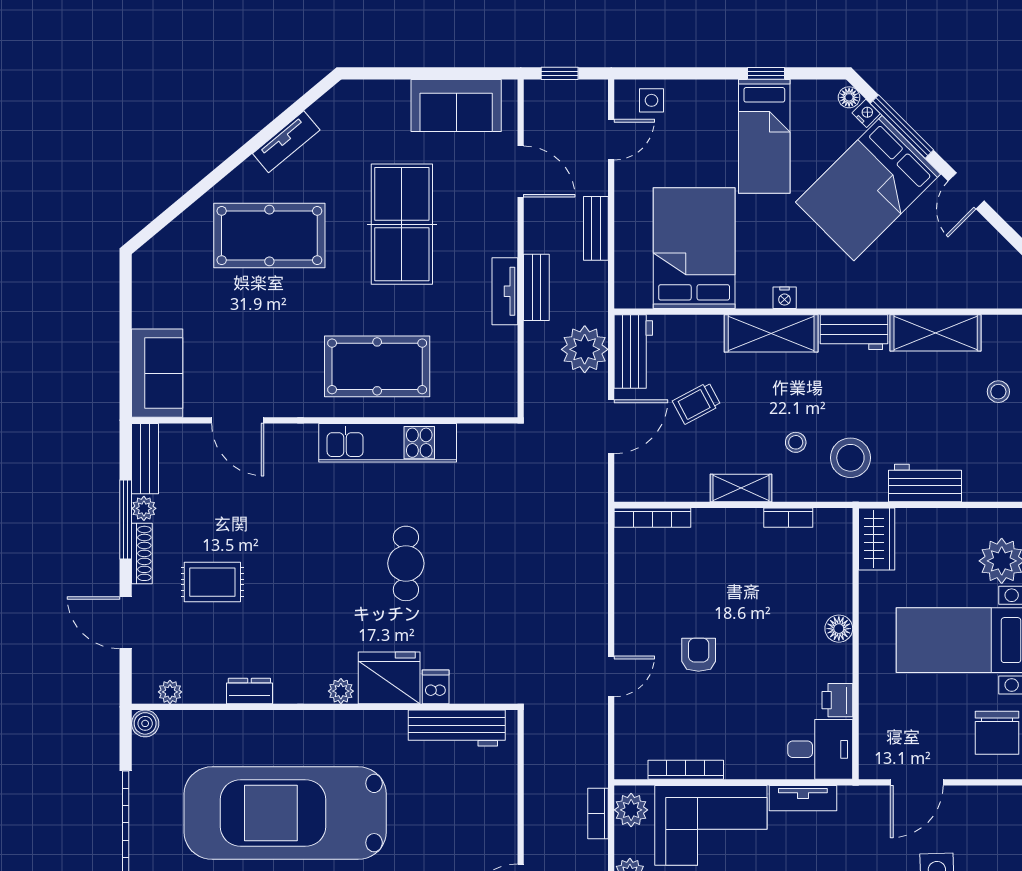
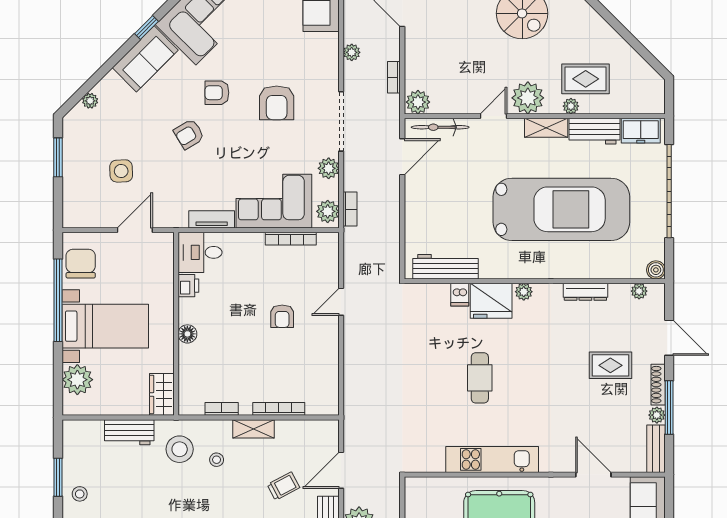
bookcase: (652, 518) -> (279, 409), moved
dresser: (249, 691) -> (585, 292), width x1.44

